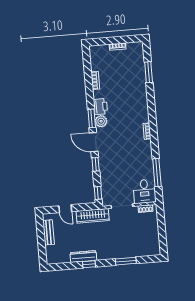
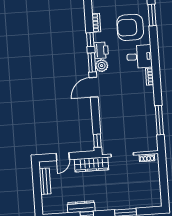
armchair: (128, 84) -> (130, 27), added
door: (94, 142) -> (94, 87), hinge flipped
window: (96, 164) -> (90, 40), moved
desk: (144, 191) -> (139, 57), moved, turned -90
door: (65, 209) -> (63, 157), hinge flipped

